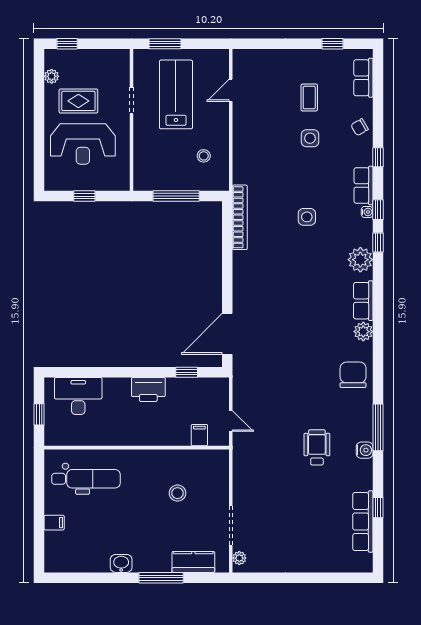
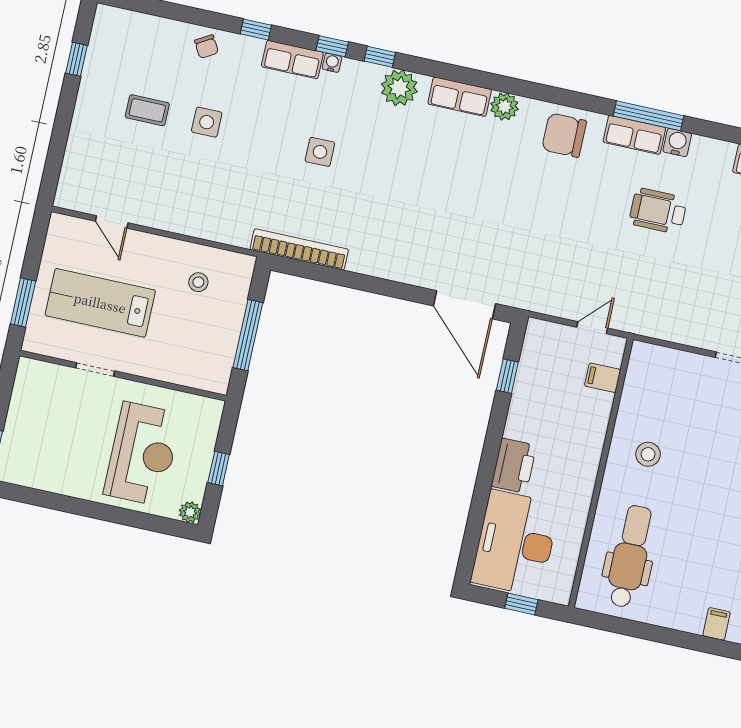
plant: (52, 76) -> (190, 512), moved
row of seats: (363, 78) -> (634, 135), moved
rug: (78, 101) -> (79, 447), removed
printer: (148, 389) -> (514, 466), moved
desk: (78, 396) -> (515, 543), width x1.36, depth x1.30
stool: (178, 493) -> (648, 454), moved
filing cabinet: (54, 523) -> (717, 624), moved

